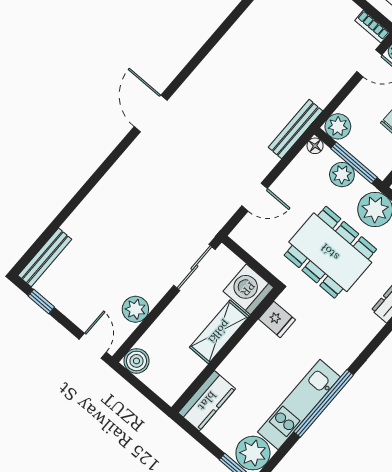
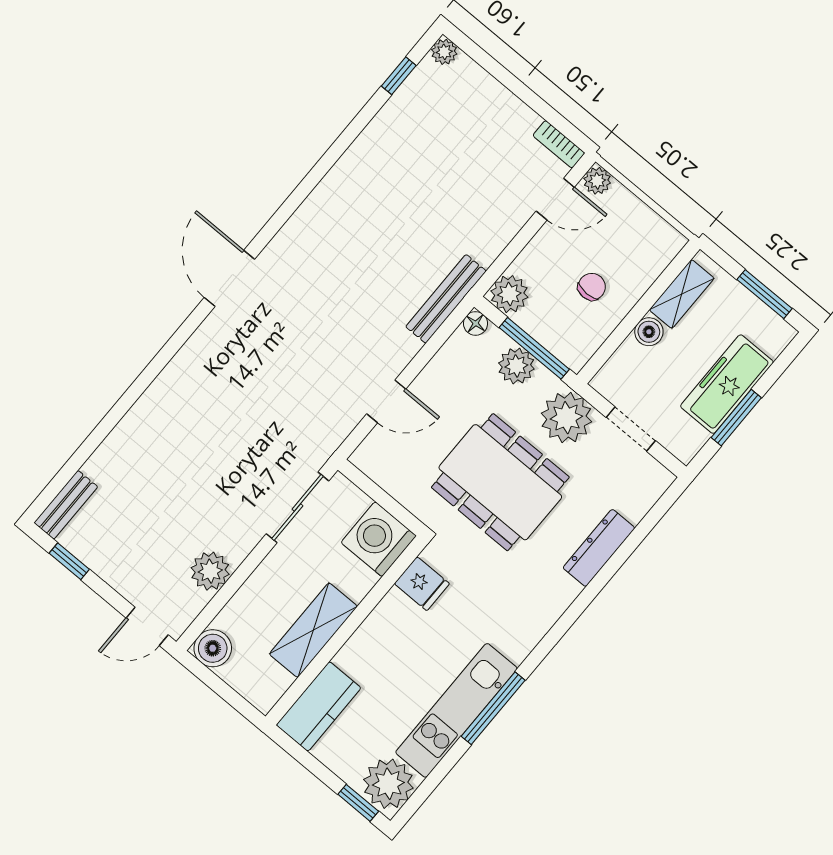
bench: (45, 257) -> (66, 505), width x0.73
shelving: (219, 332) -> (313, 630), moved
door: (93, 346) -> (147, 626), swing flipped
window: (324, 403) -> (493, 708), width x0.68

